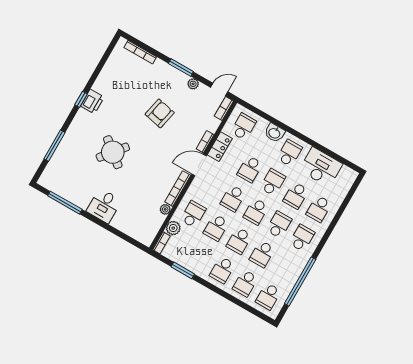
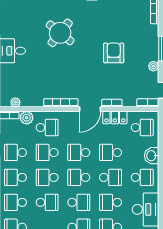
armchair: (160, 113) -> (114, 53), turned -102
door: (199, 165) -> (90, 109), swing flipped
plant: (165, 209) -> (15, 102), moved
school desk: (262, 254) -> (47, 202), turned 180
school desk: (199, 257) -> (15, 152), added

